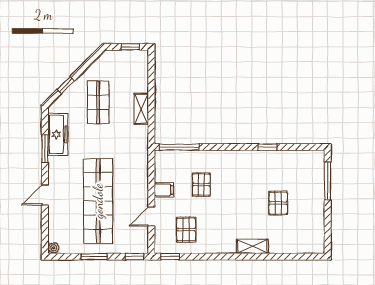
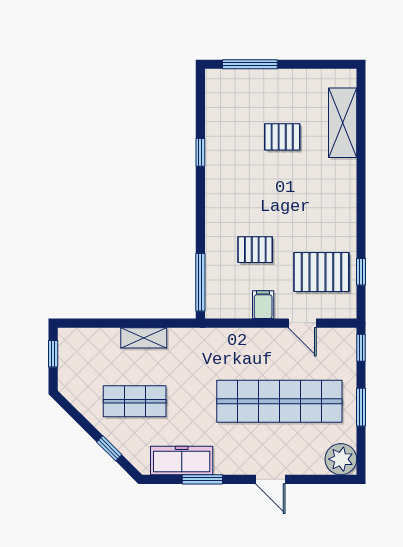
pallet: (186, 230) -> (321, 272), width x1.50, depth x1.42
shelving: (252, 246) -> (343, 123), moved, width x1.50, depth x1.33
plant: (54, 248) -> (341, 459), width x1.87, depth x1.87
window: (170, 257) -> (361, 272), moved

